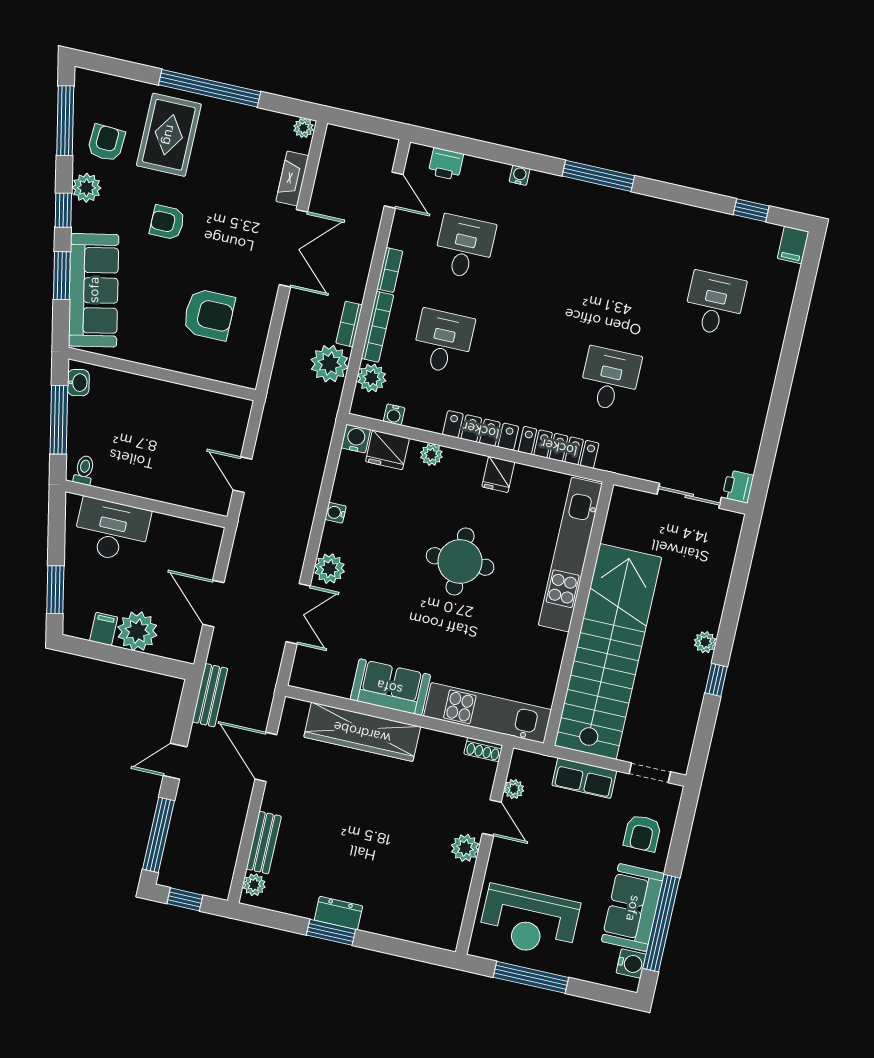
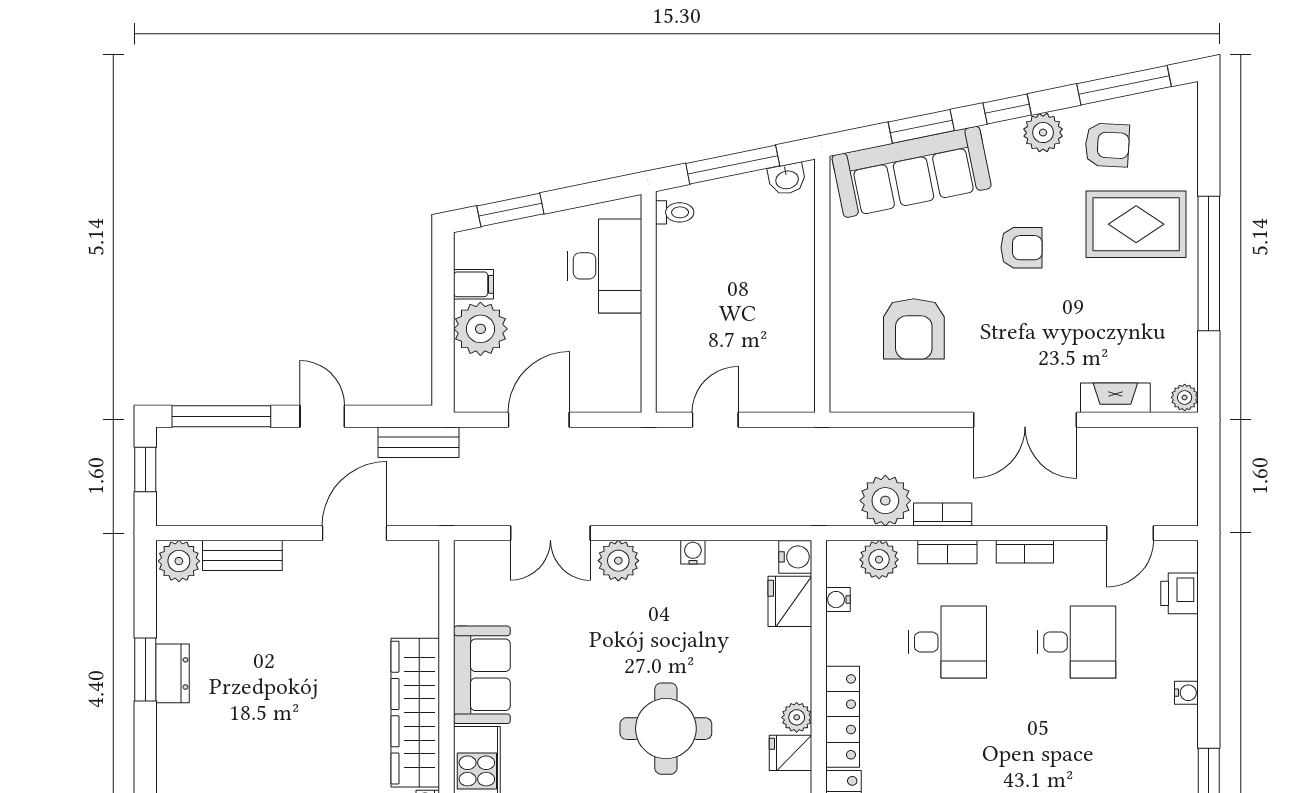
armchair: (167, 222) -> (1022, 248), turned 90
bookcase: (377, 327) -> (947, 552), width x0.64
plant: (431, 455) -> (797, 717), moved
wardrobe: (362, 732) -> (415, 713), moved
plant: (254, 885) -> (179, 561), width x1.38, depth x1.38

